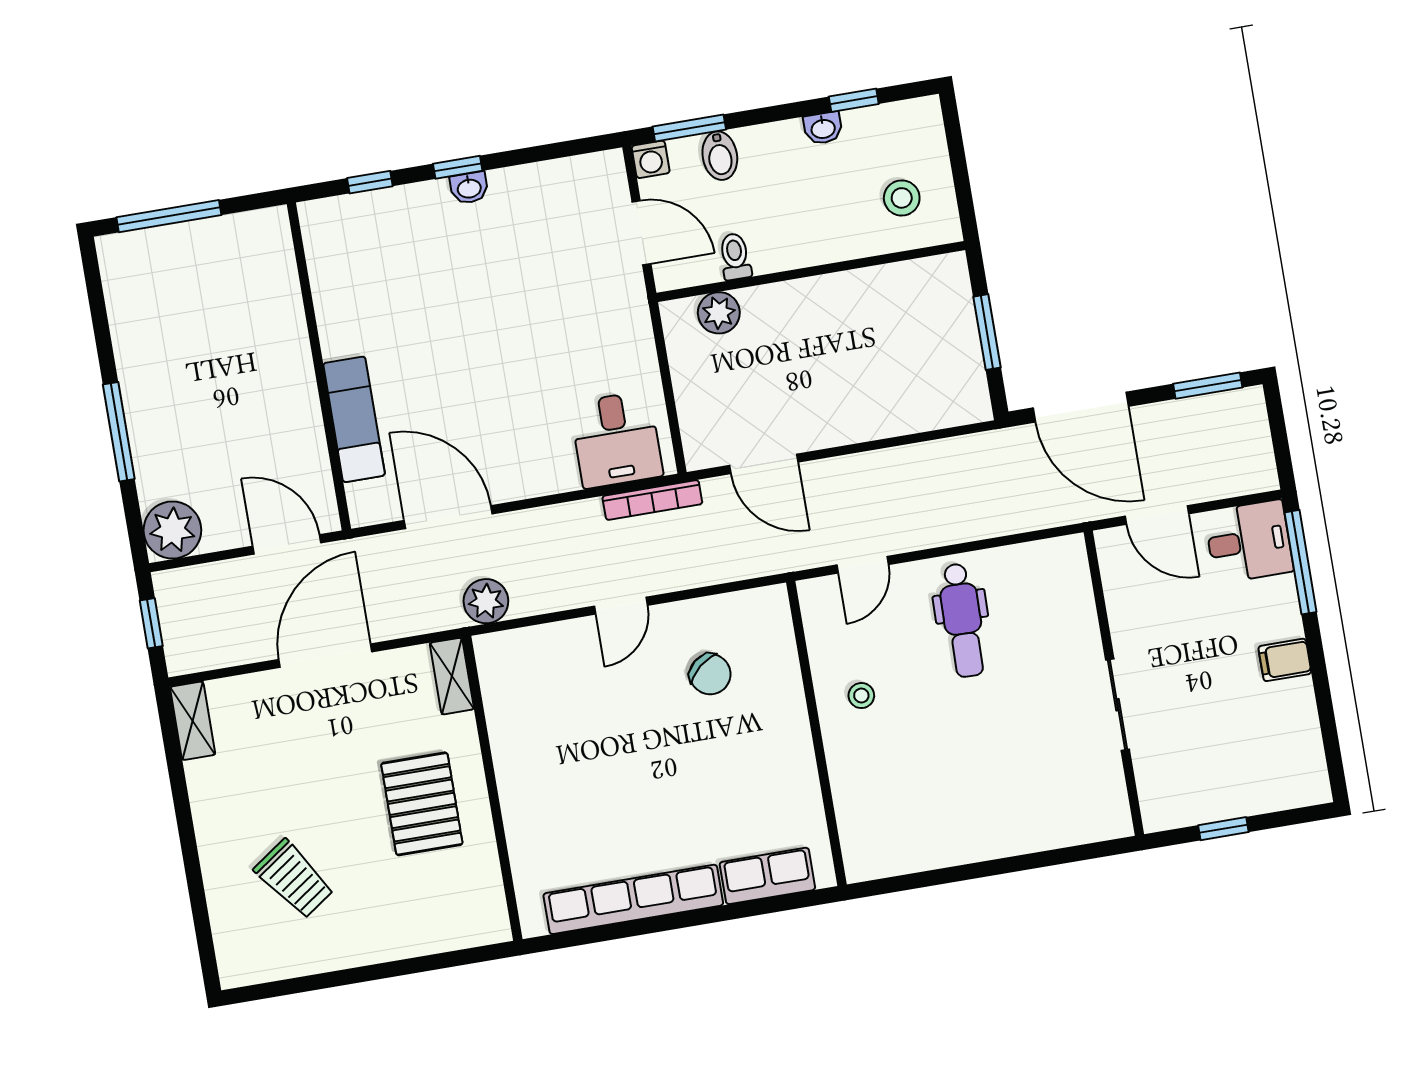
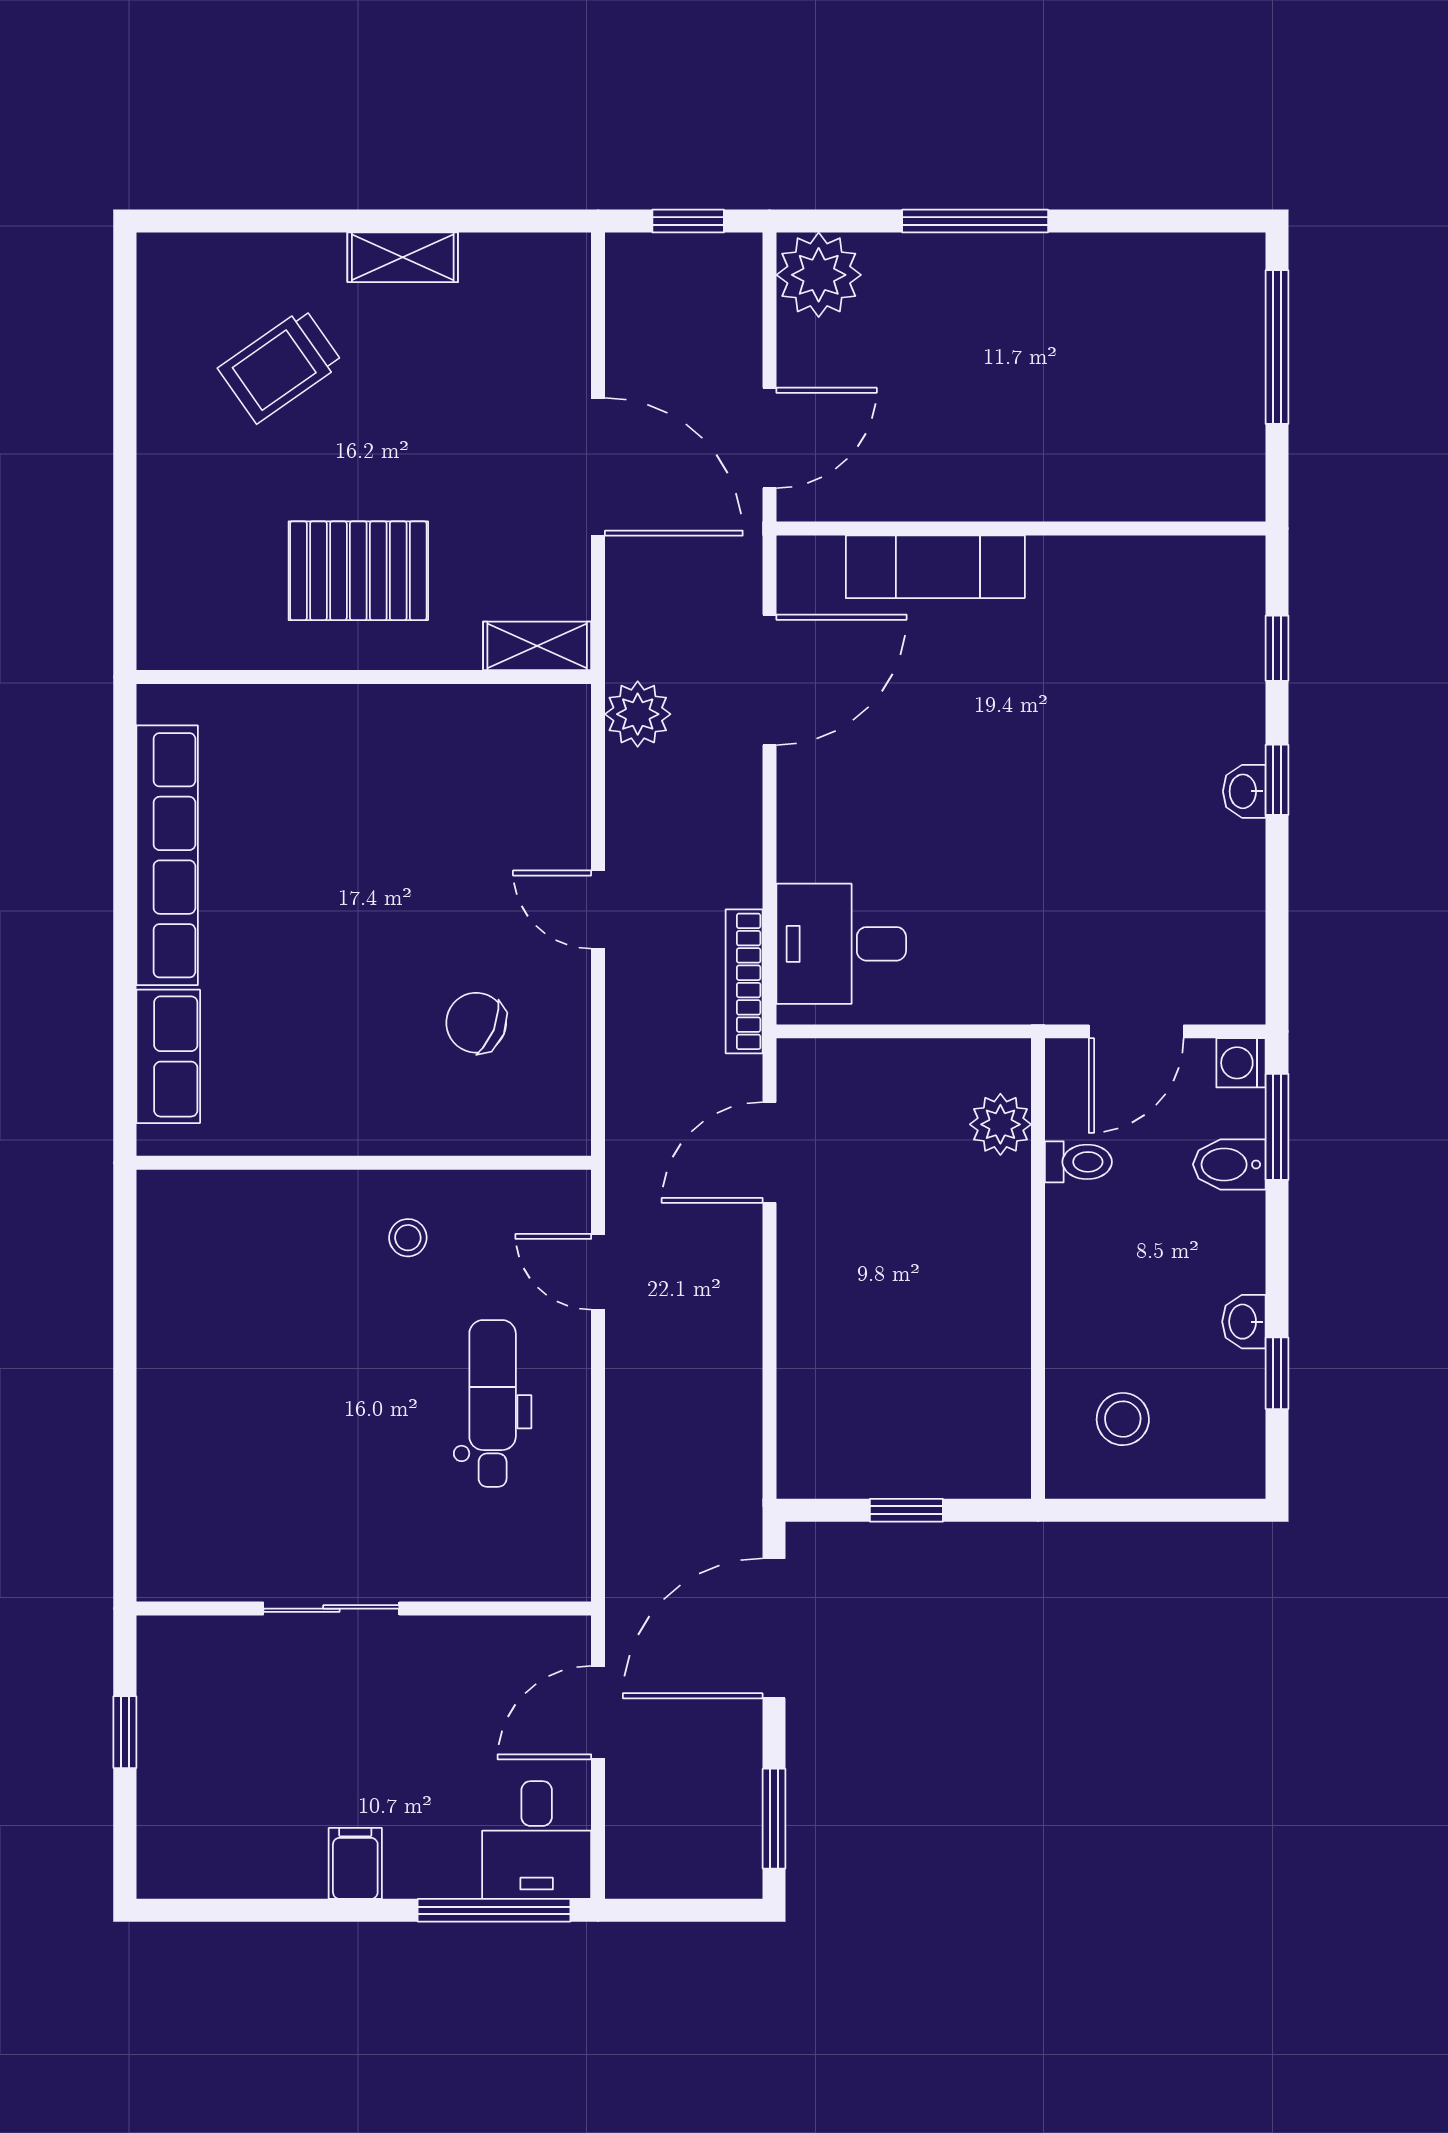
window: (987, 332) -> (906, 1510), width x0.67
dental chair: (962, 620) -> (493, 1403), turned 89
chair: (710, 674) -> (476, 1023), turned 62
shelving: (193, 721) -> (403, 257), moved

